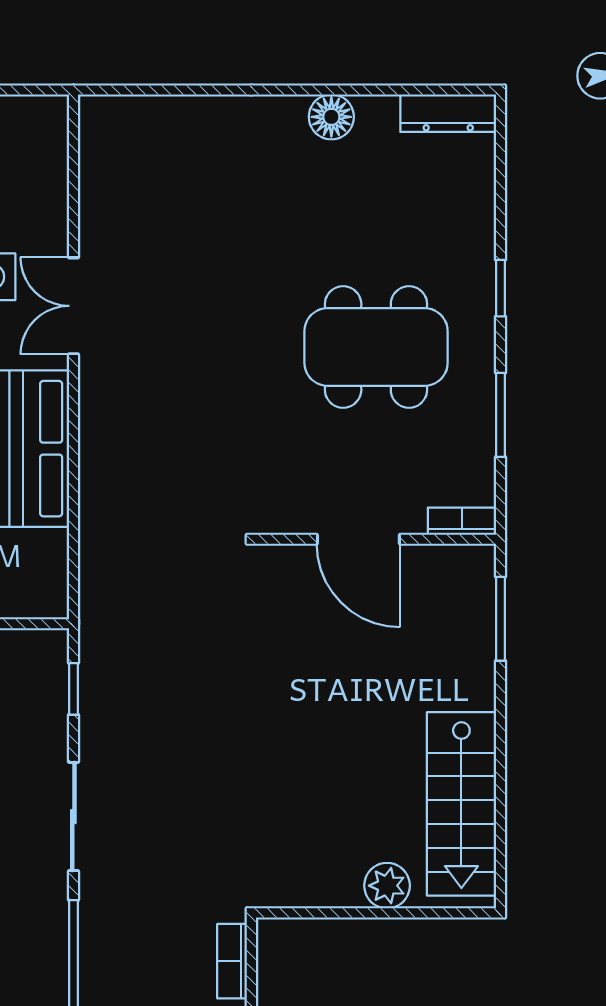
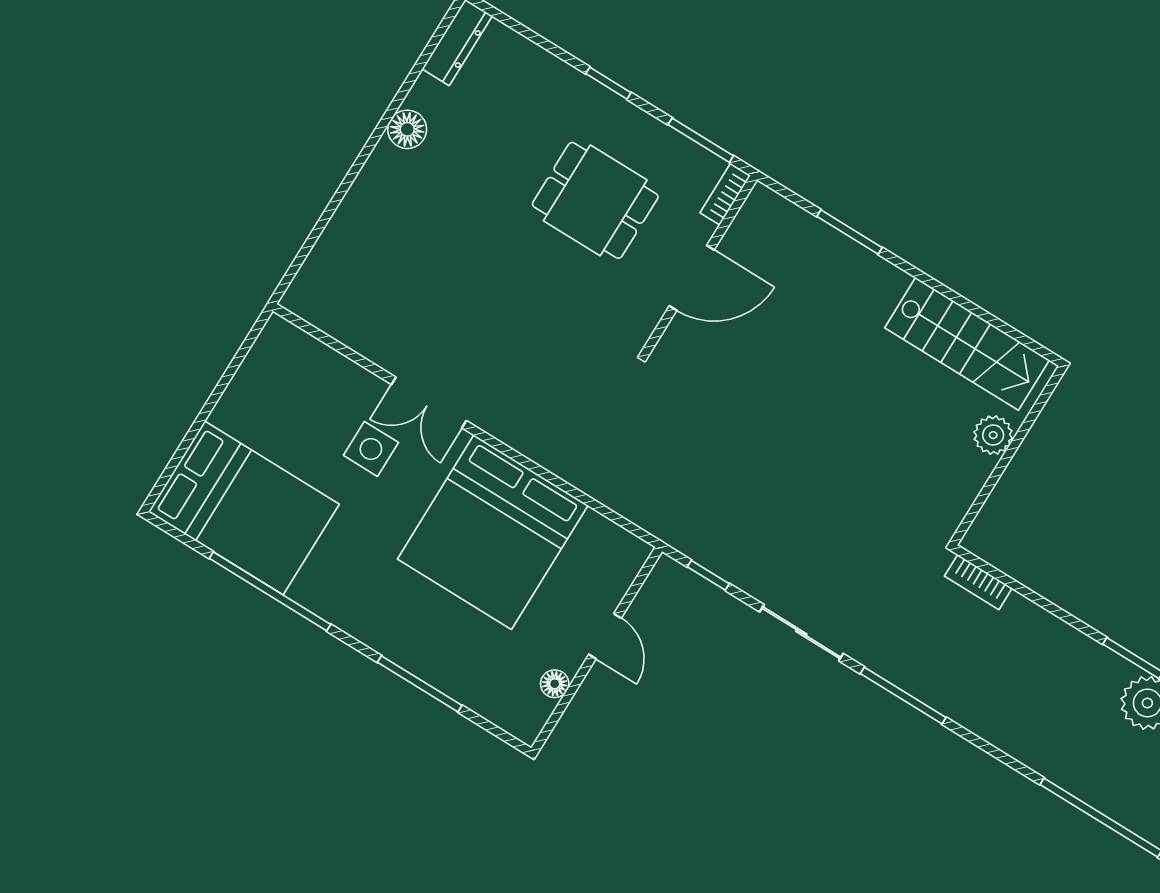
dining table: (376, 347) -> (595, 200), width x0.73
bookcase: (462, 521) -> (725, 194), moved
door: (358, 539) -> (692, 278), moved
wall: (376, 539) -> (700, 265), moved

